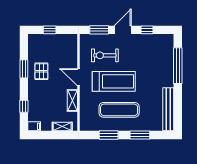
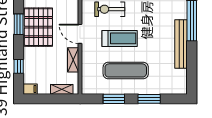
pallet: (41, 71) -> (38, 27), width x2.05, depth x2.00
treadmill: (114, 81) -> (120, 38), width x0.73, depth x0.73
bench: (168, 109) -> (181, 44), moved

